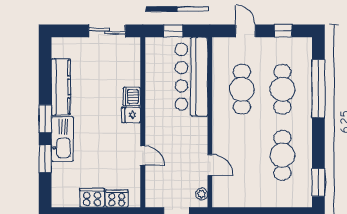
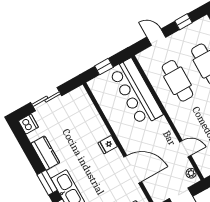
sliding door: (107, 31) -> (46, 99), moved
kitchen counter: (61, 87) -> (45, 153), width x0.67
dishwasher: (132, 97) -> (28, 124), moved, turned 180
door: (143, 156) -> (133, 169), width x1.87

